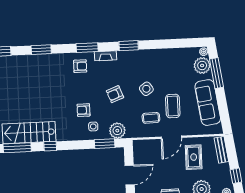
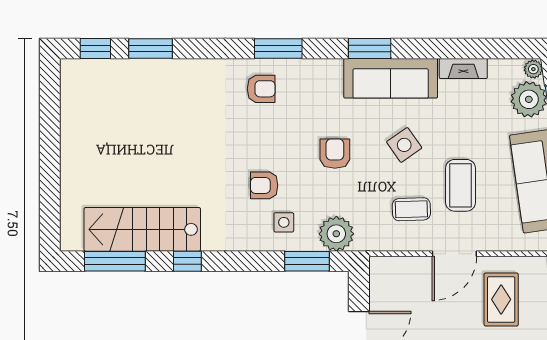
window: (41, 50) -> (150, 48), moved
fireplace: (106, 56) -> (463, 69), moved
sofa: (139, 59) -> (391, 78), added
armchair: (115, 94) -> (335, 154), turned 111

